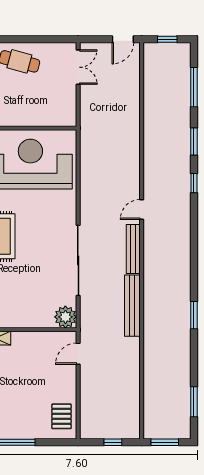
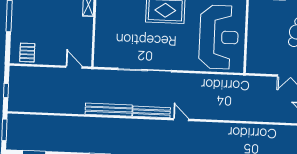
plant: (65, 317) -> (102, 59), removed
pallet: (61, 416) -> (27, 53), turned 90

